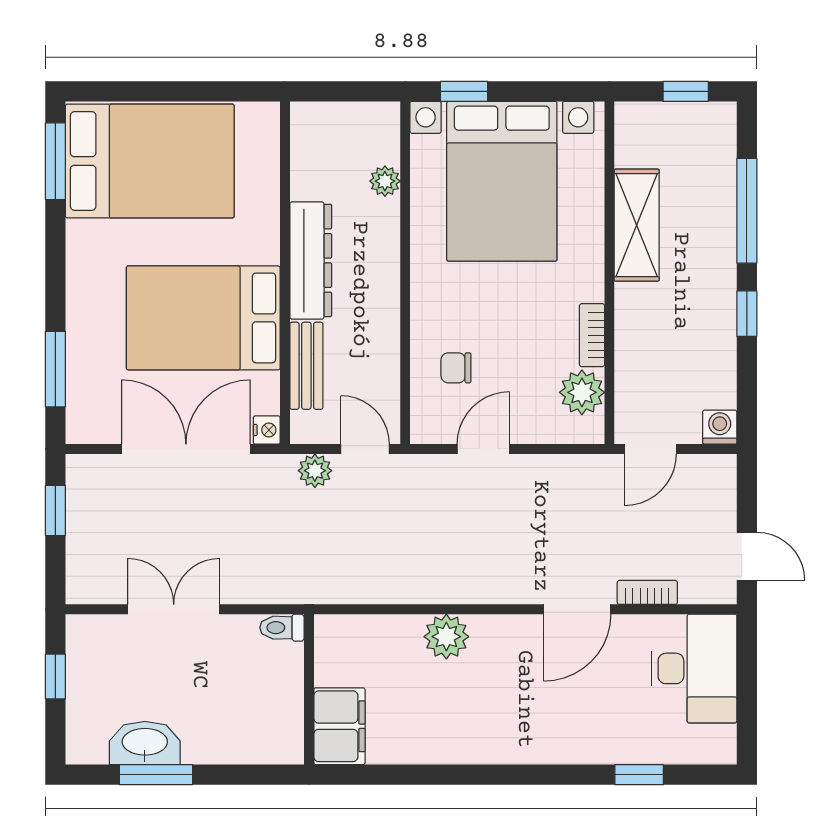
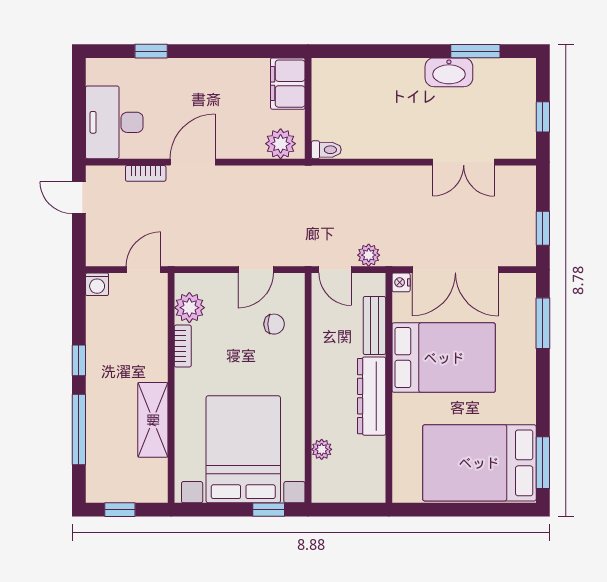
toilet: (282, 628) -> (326, 150), moved
wall: (309, 689) -> (308, 108), moved
filing cabinet: (339, 726) -> (288, 84), moved
washbasin: (145, 743) -> (449, 72), moved

